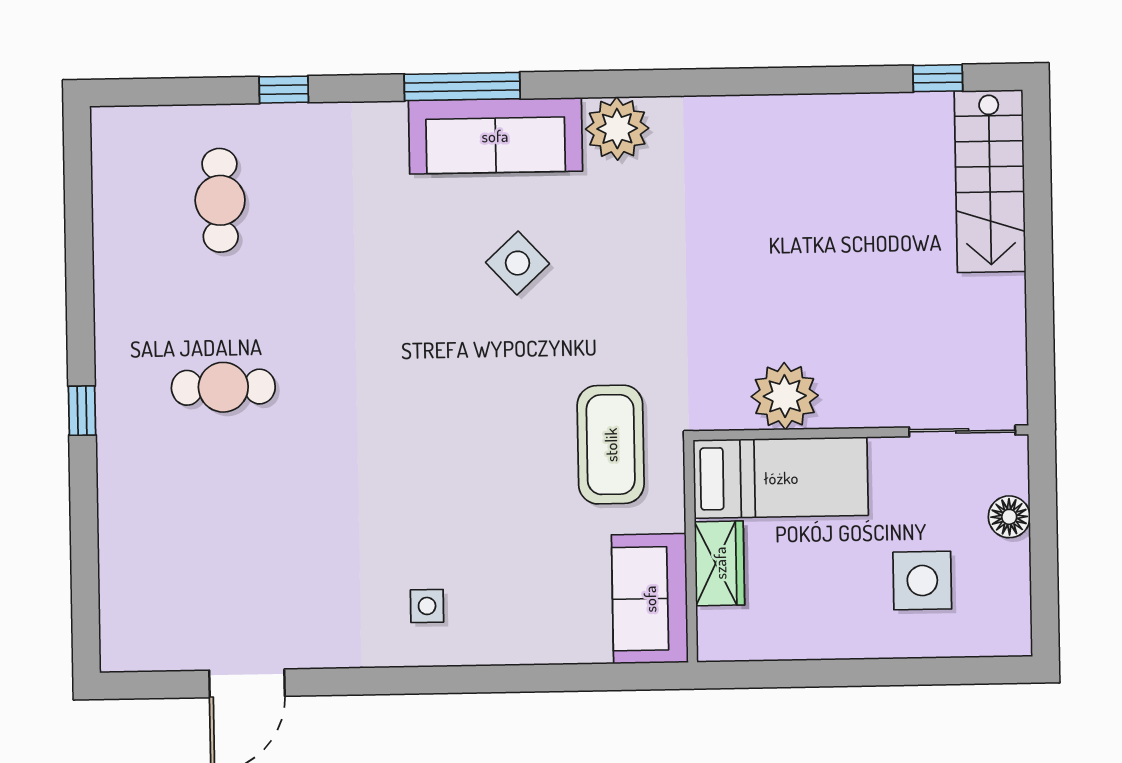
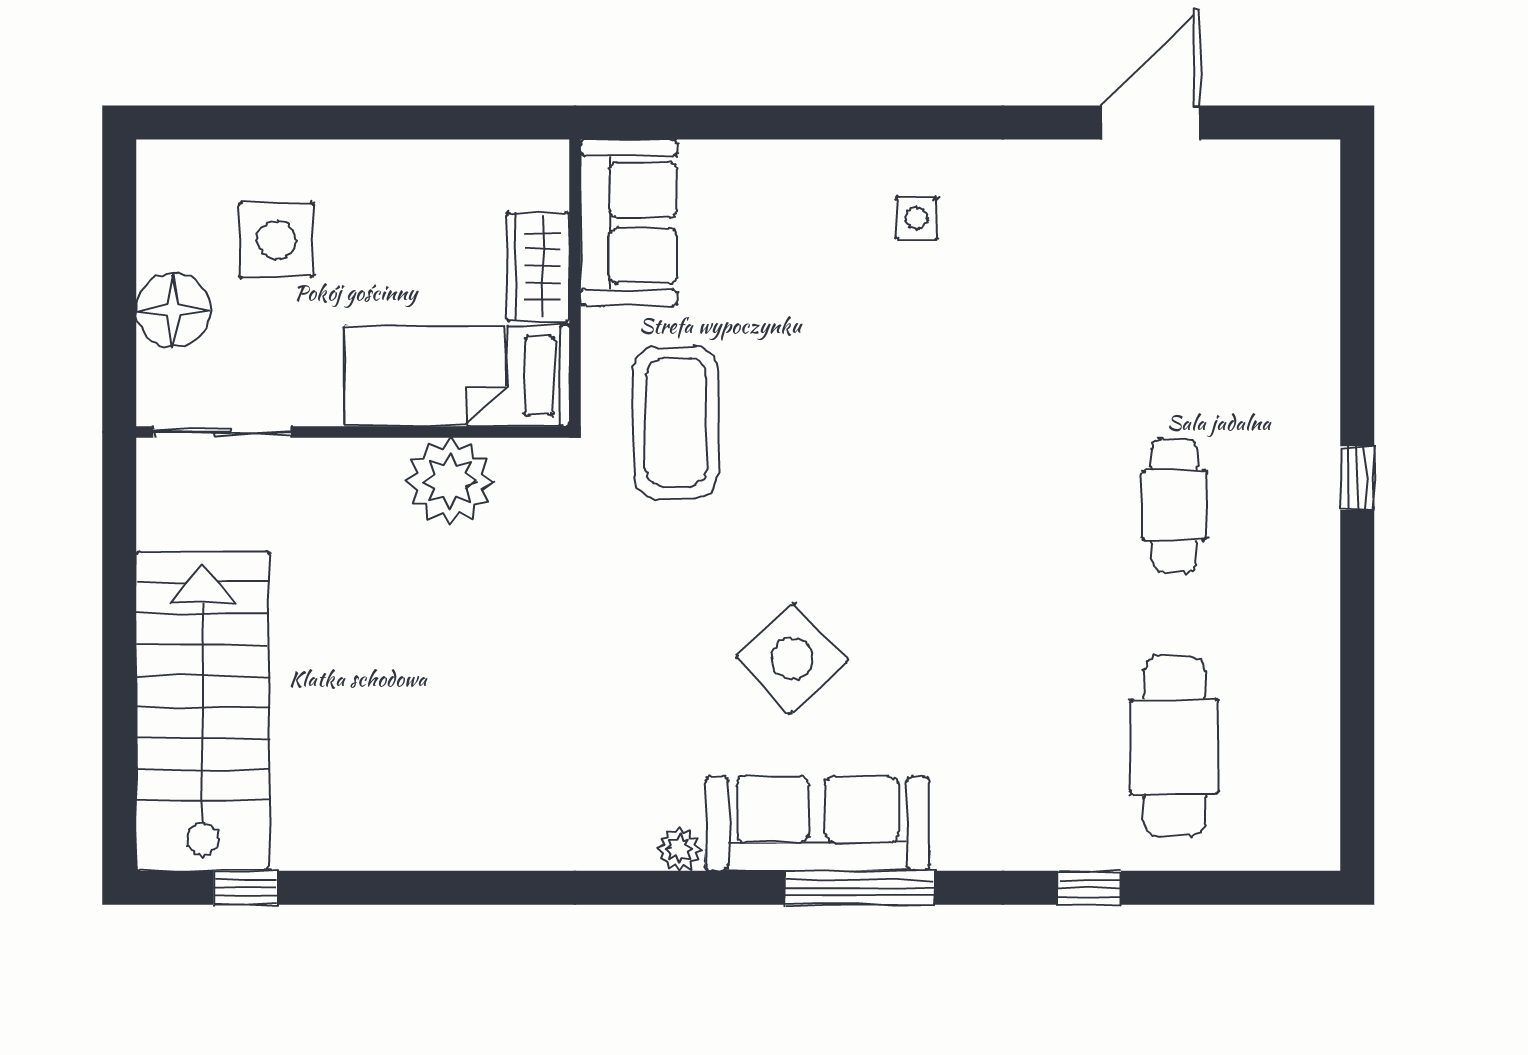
plant: (617, 129) -> (679, 849), width x0.53, depth x0.53
stairs: (990, 181) -> (203, 711), width x1.36, depth x1.51
cafe table: (220, 200) -> (1174, 746), width x1.37, depth x1.35
side table: (518, 263) -> (792, 659), width x1.37, depth x1.37
cafe table: (223, 387) -> (1174, 505), turned 90
floor lamp: (1009, 517) -> (173, 310), width x1.38, depth x1.38

